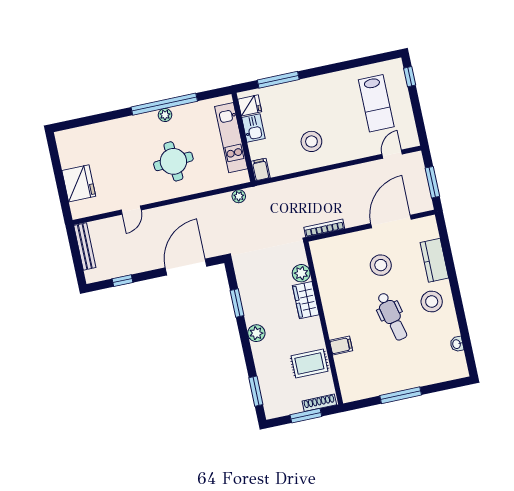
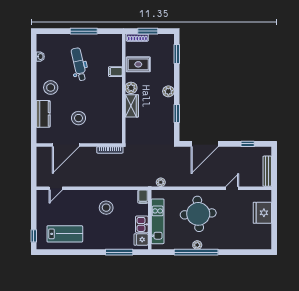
lab bench: (376, 103) -> (65, 234), moved, turned 90
round table: (173, 161) -> (198, 214), width x1.36, depth x1.36
window: (432, 182) -> (34, 165), removed
plant: (301, 273) -> (131, 88), moved
dental chair: (392, 316) -> (79, 64), moved

